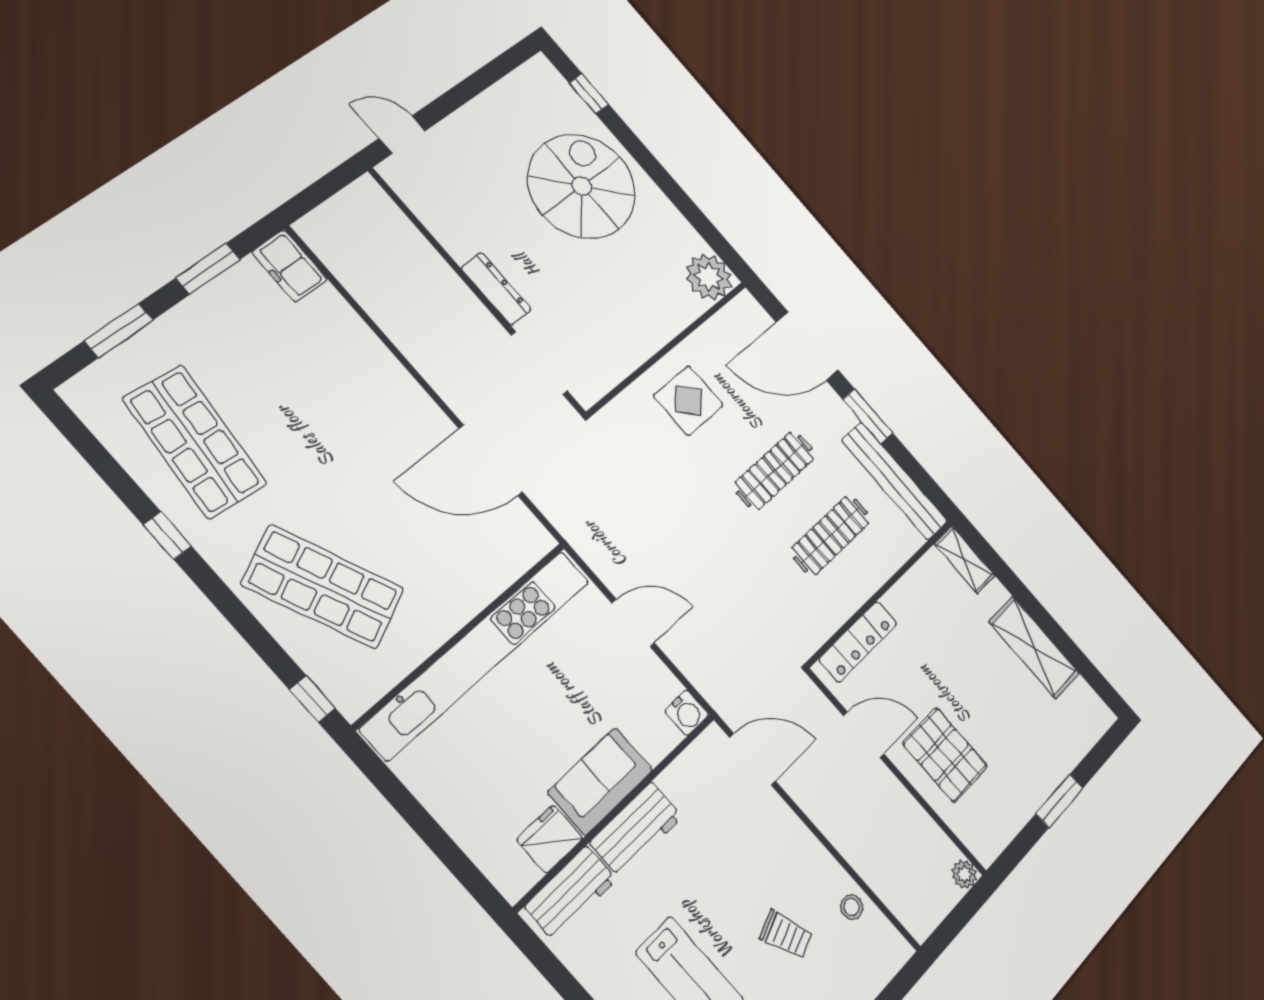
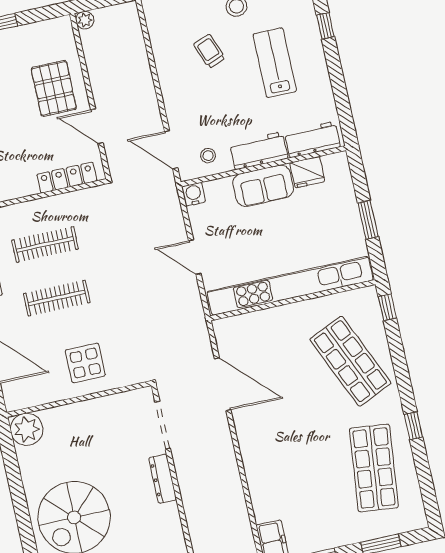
window: (419, 819) -> (368, 220), added
stool: (852, 907) -> (208, 156), moved

